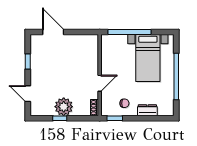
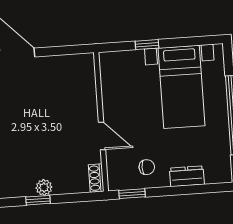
window: (130, 32) -> (147, 45), width x0.32
door: (100, 83) -> (102, 136), hinge flipped
plant: (64, 107) -> (44, 187), width x0.53, depth x0.53

